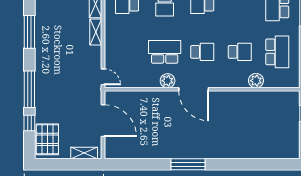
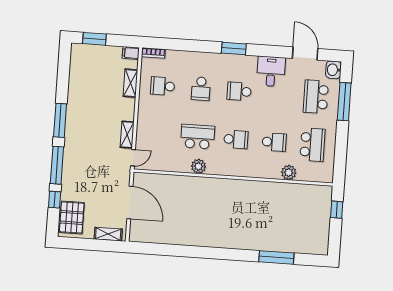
window: (29, 32) -> (60, 120), moved
shelving: (96, 32) -> (127, 135), moved
door: (103, 77) -> (133, 158), hinge flipped
door: (194, 89) -> (224, 177), removed
window: (188, 164) -> (276, 257), moved

